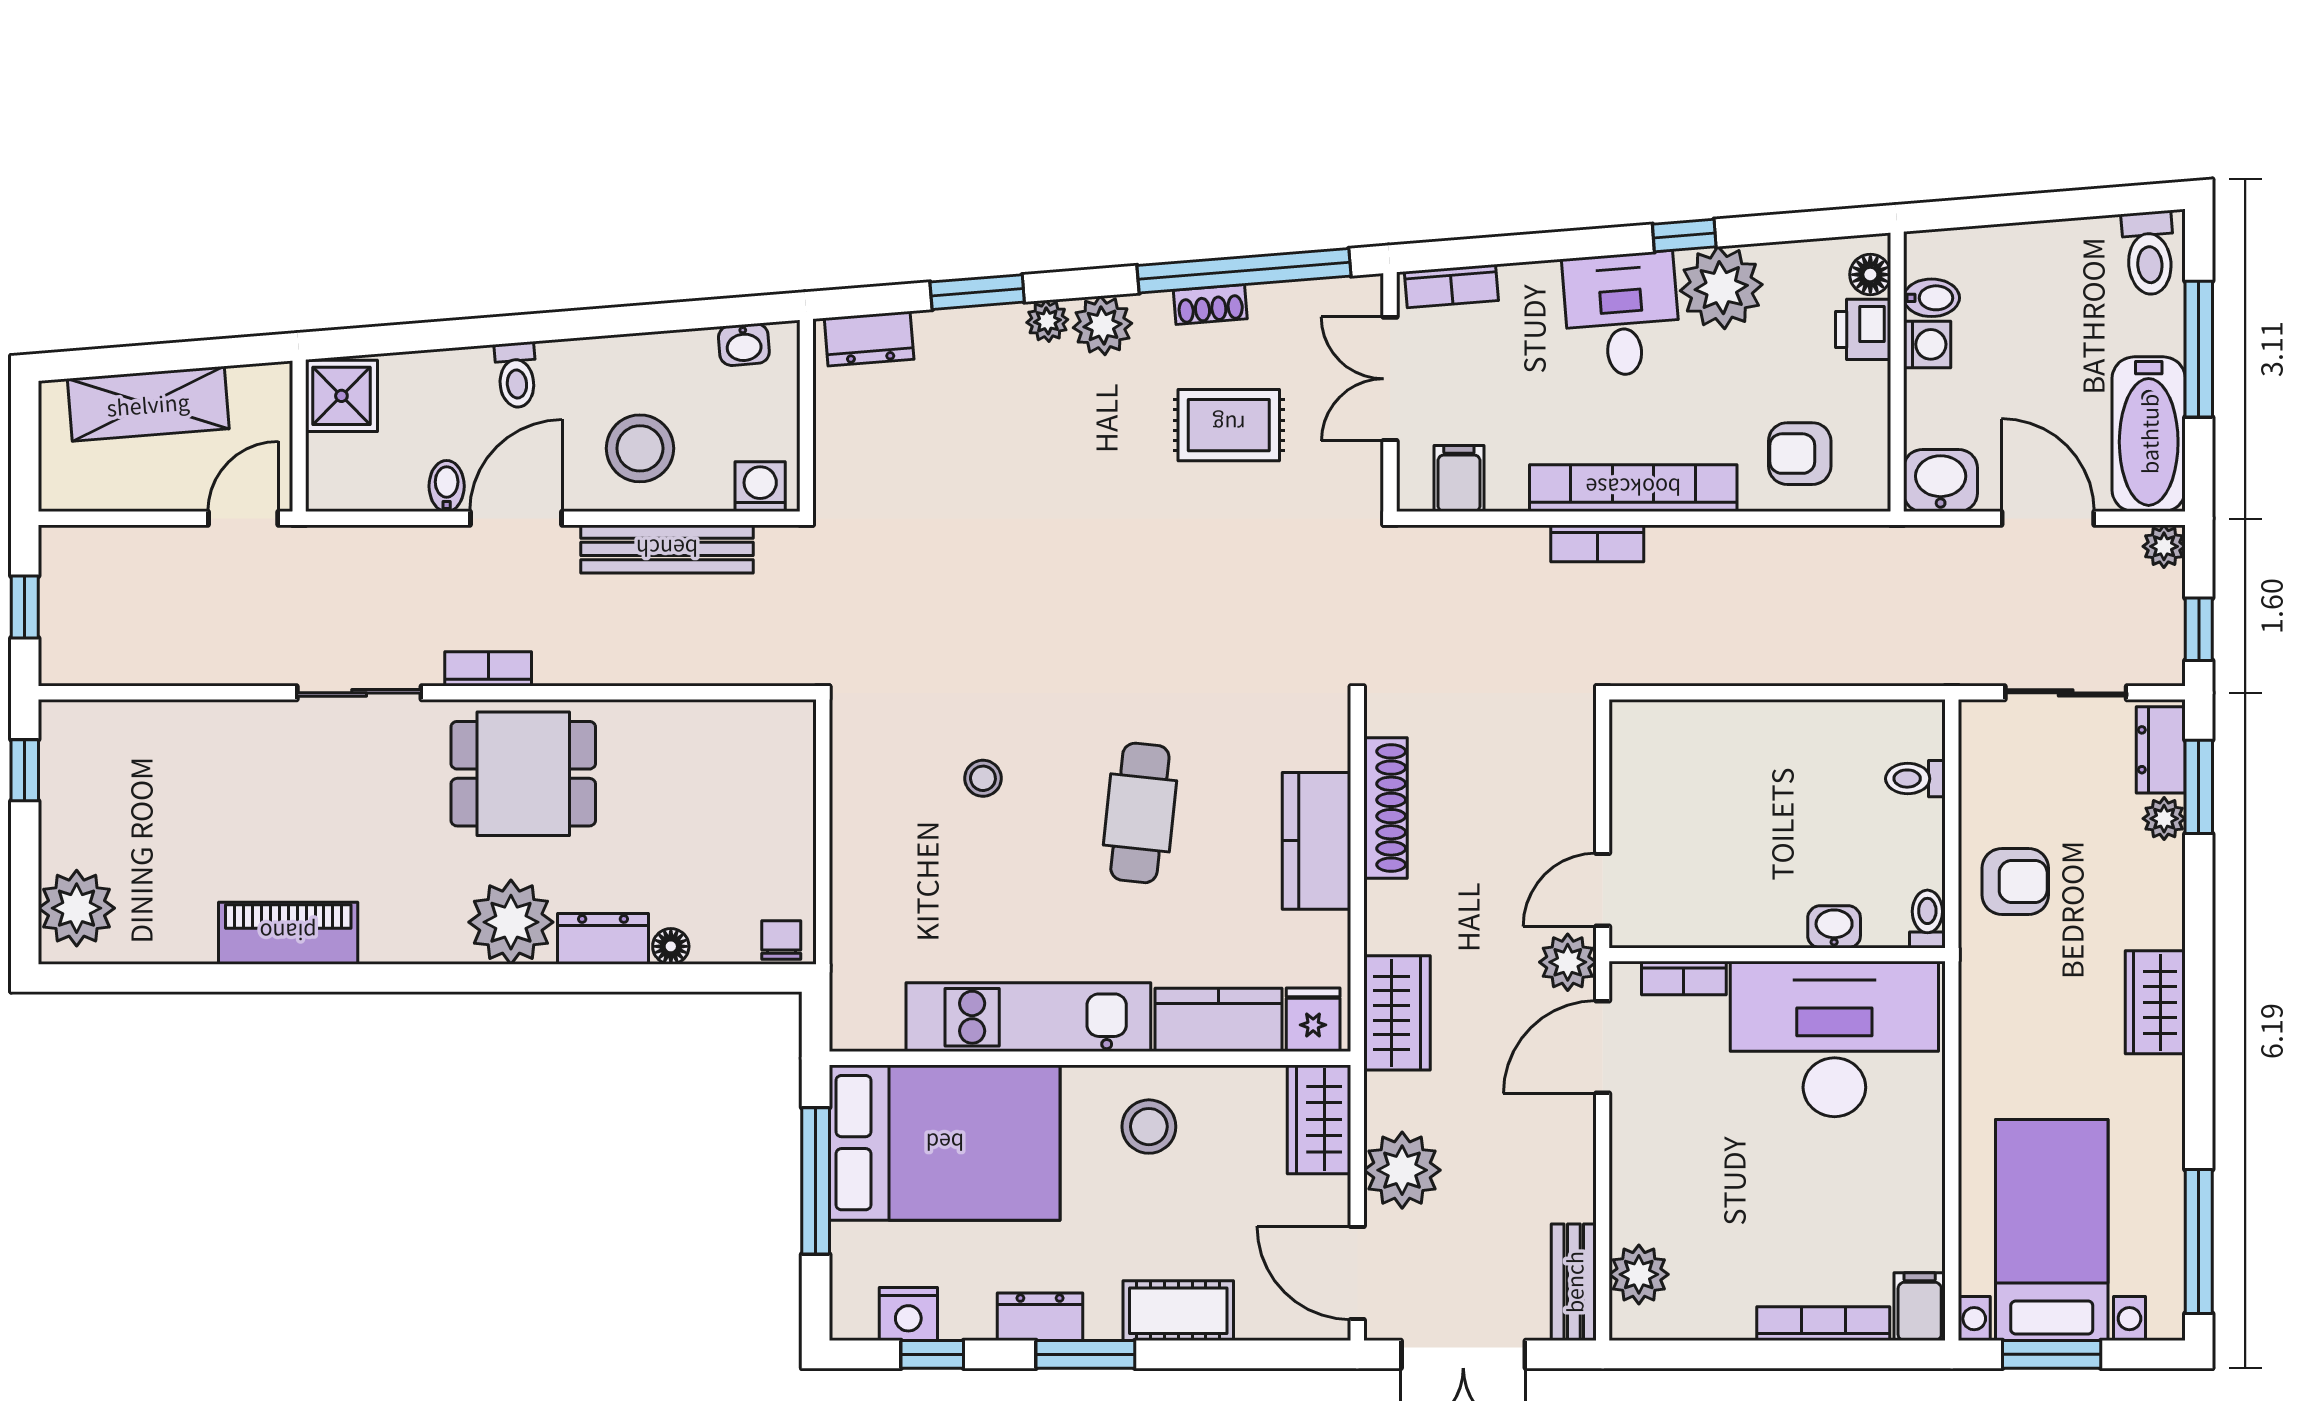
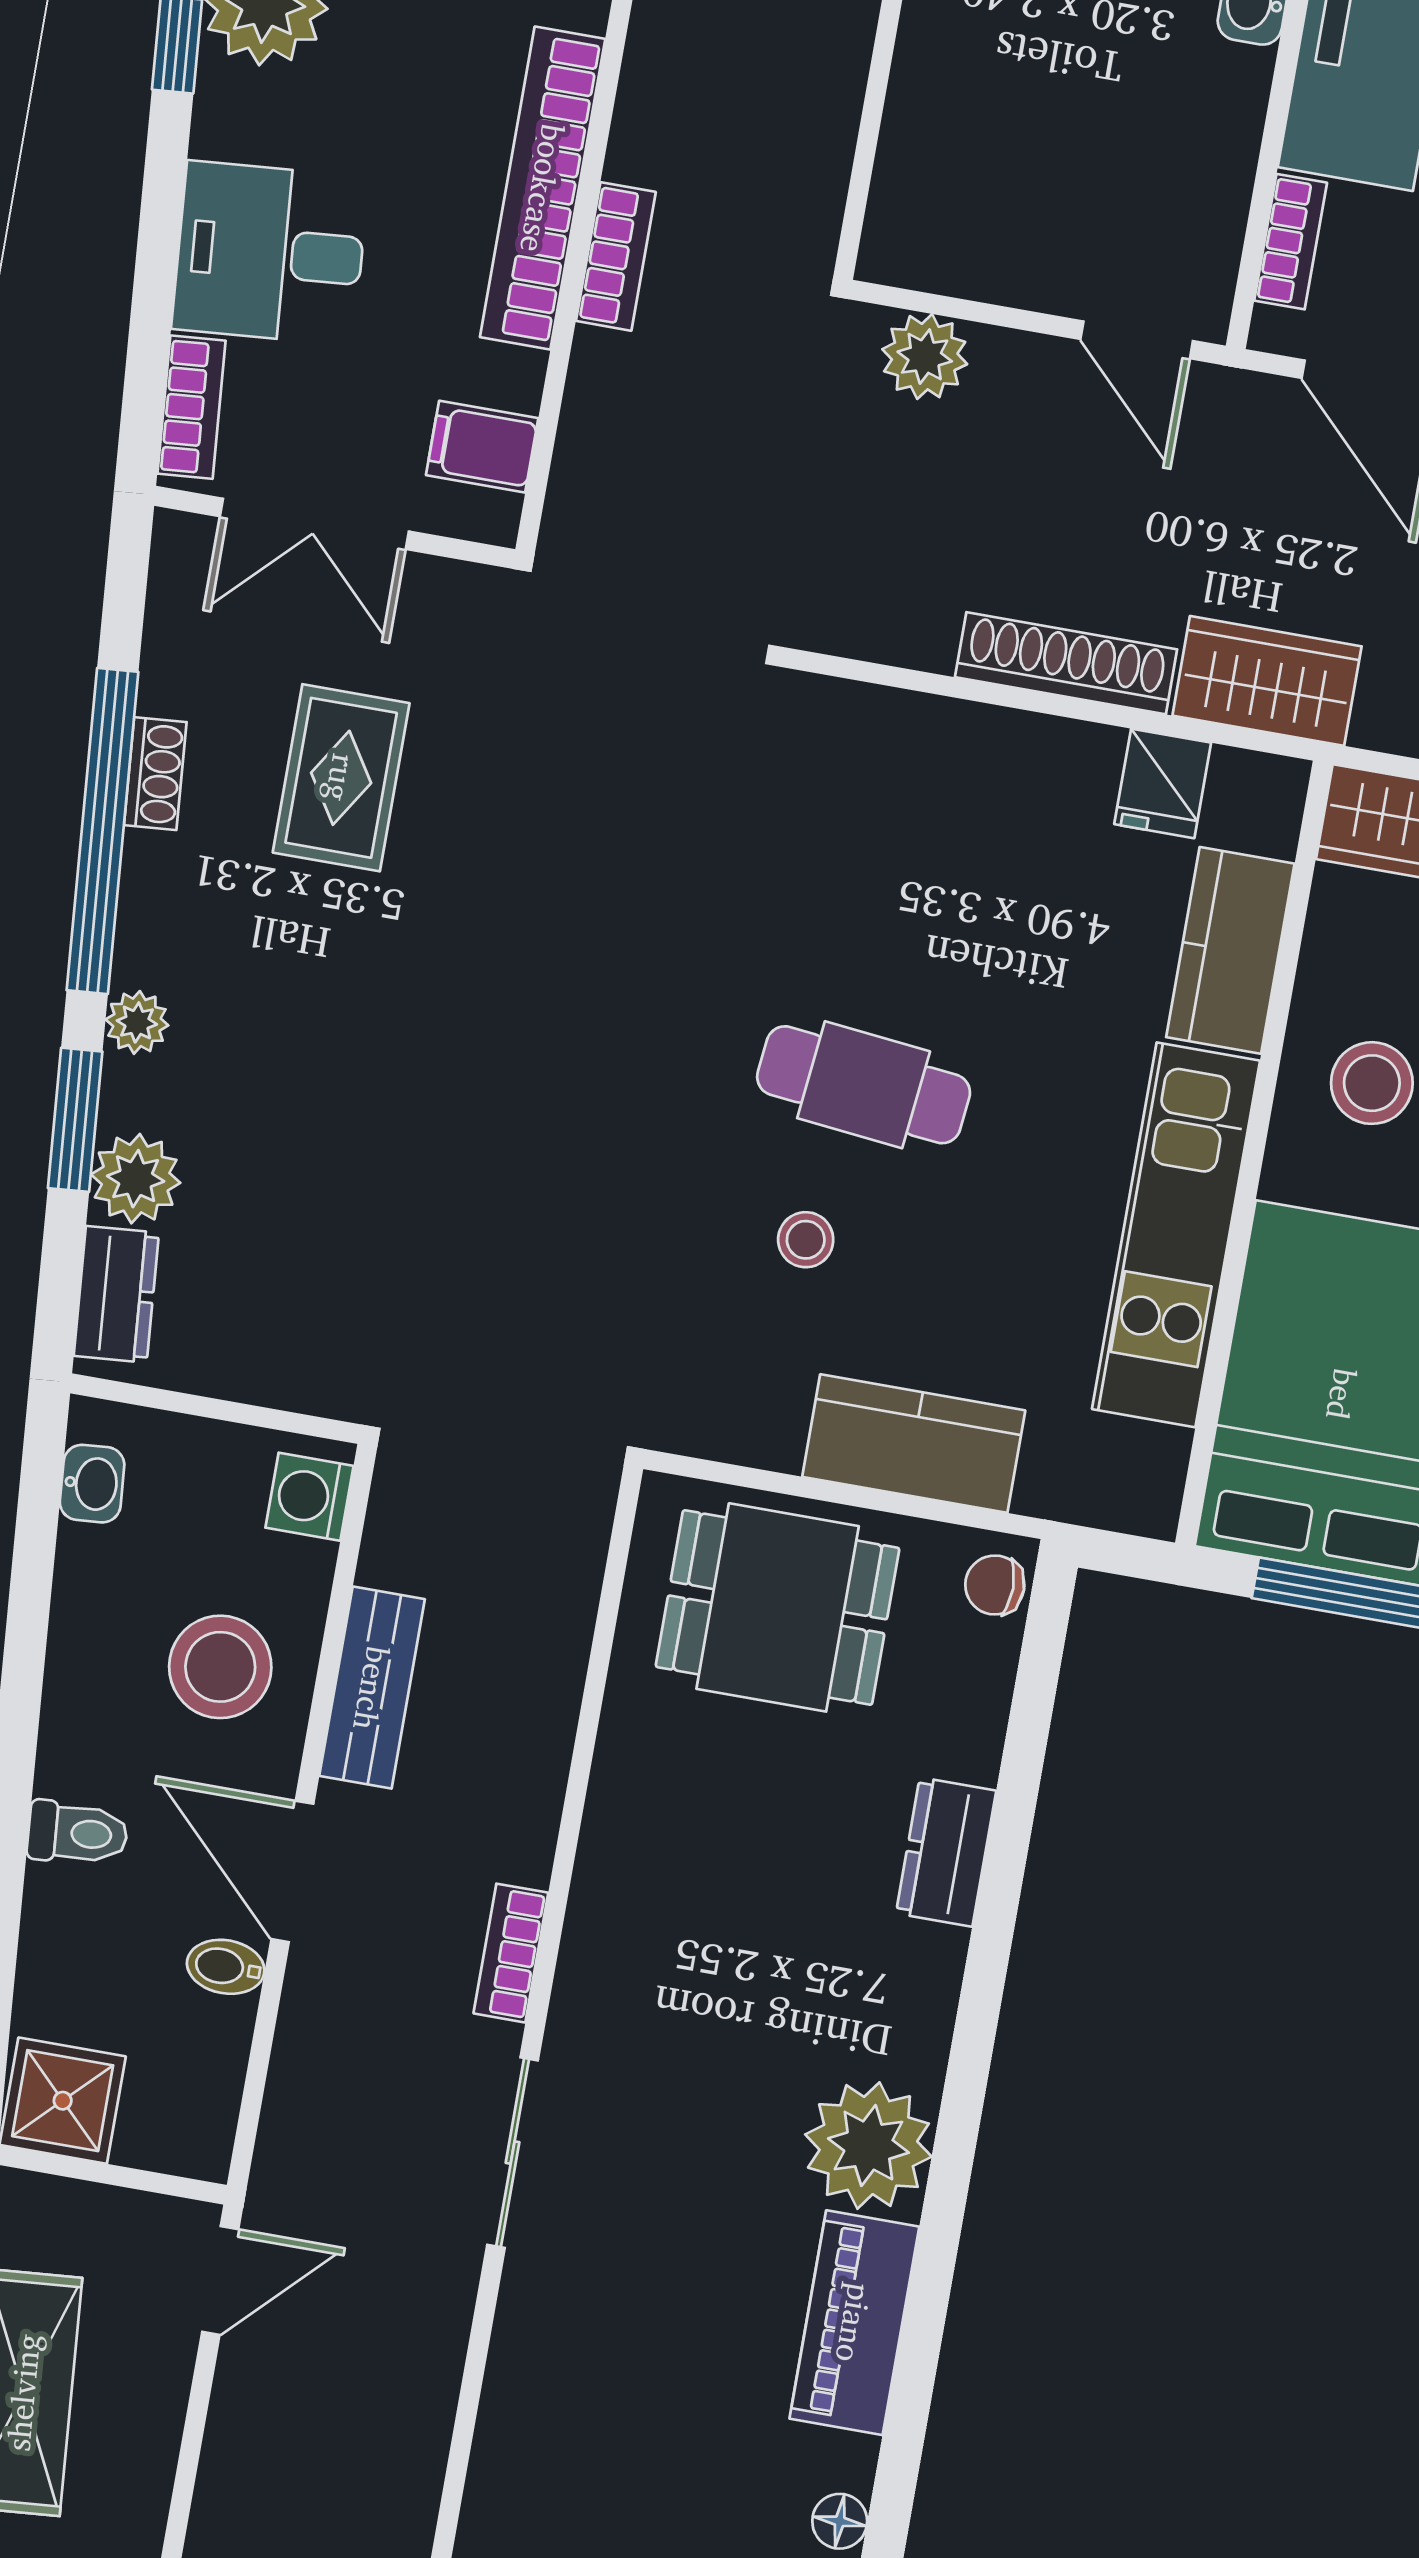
window: (1244, 271) -> (102, 831), moved
desk: (1622, 314) -> (270, 253), moved
plant: (1103, 325) -> (136, 1179), moved
door: (243, 518) -> (220, 2280), swing flipped
bench: (667, 549) -> (372, 1688), width x0.73
dining table: (523, 774) -> (778, 1607), moved, turned 90
shoe rack: (1385, 808) -> (1066, 663), moved
cafe table: (1140, 813) -> (864, 1085), moved
kitchen counter: (1316, 841) -> (914, 1444), moved, turned 180
plant: (511, 922) -> (868, 2146), moved
floor lamp: (671, 946) -> (840, 2521), moved
plant: (1568, 962) -> (925, 357), moved
fridge: (1313, 1020) -> (1163, 783), moved, turned -90

